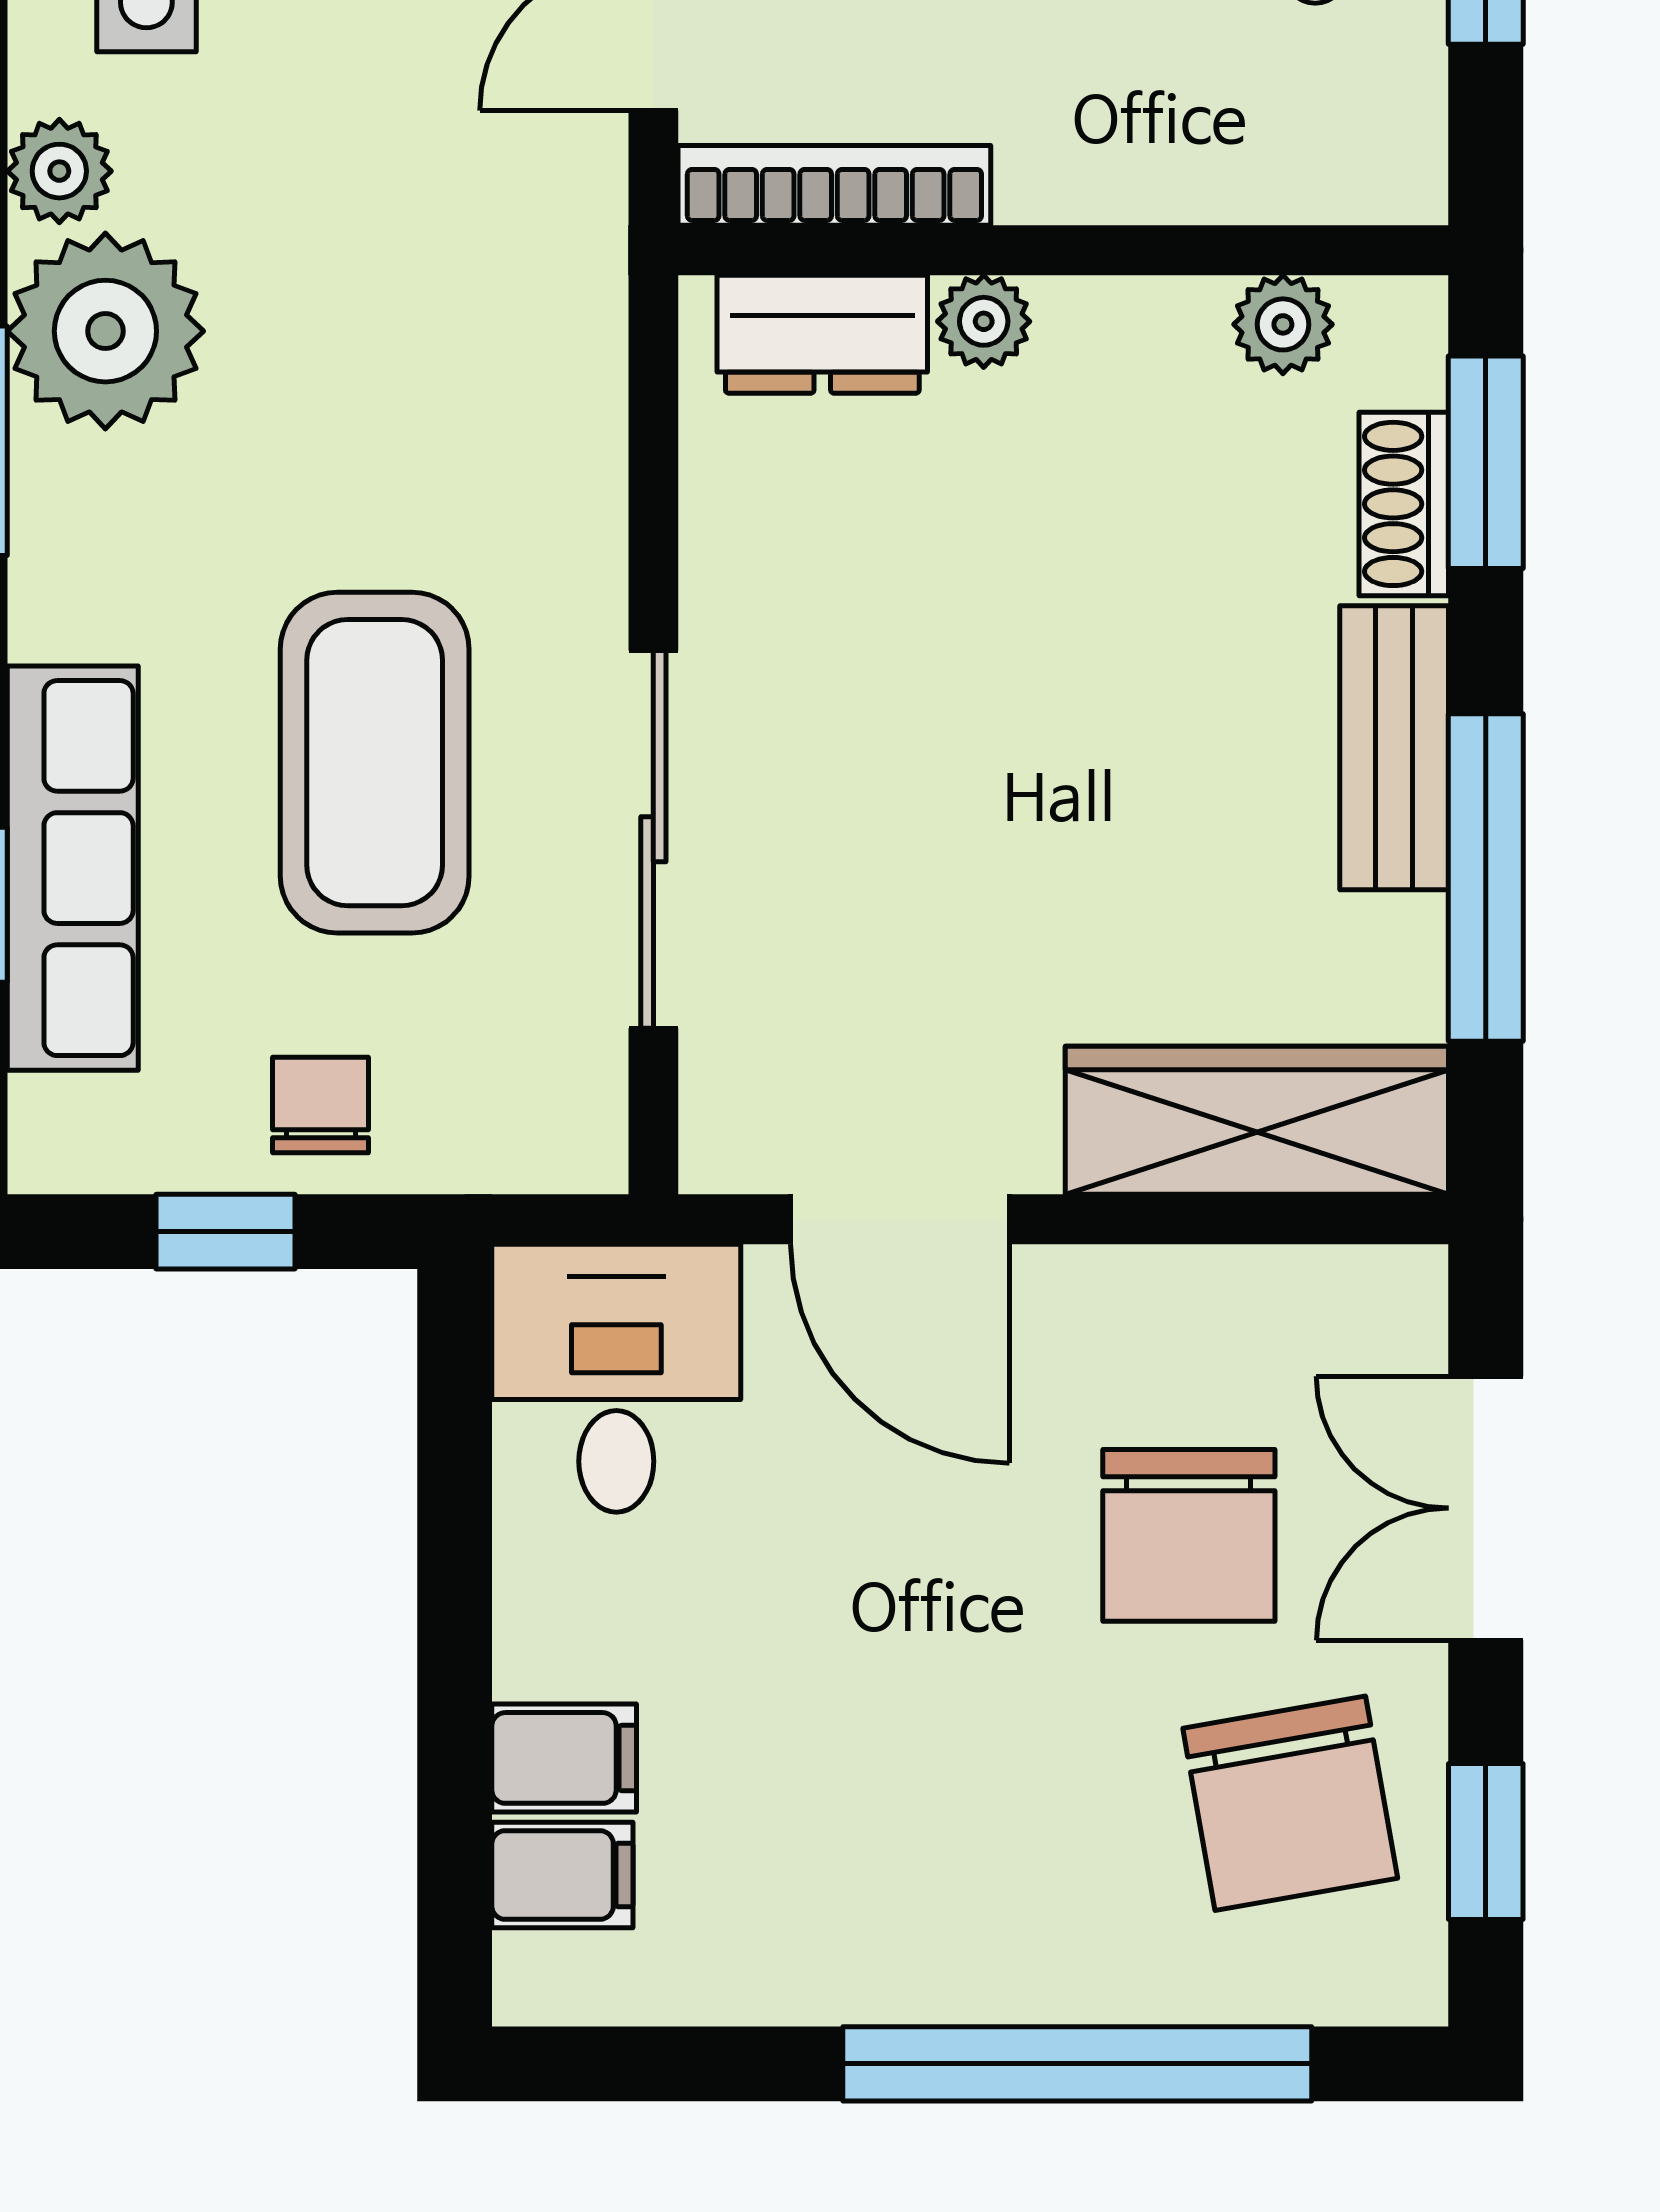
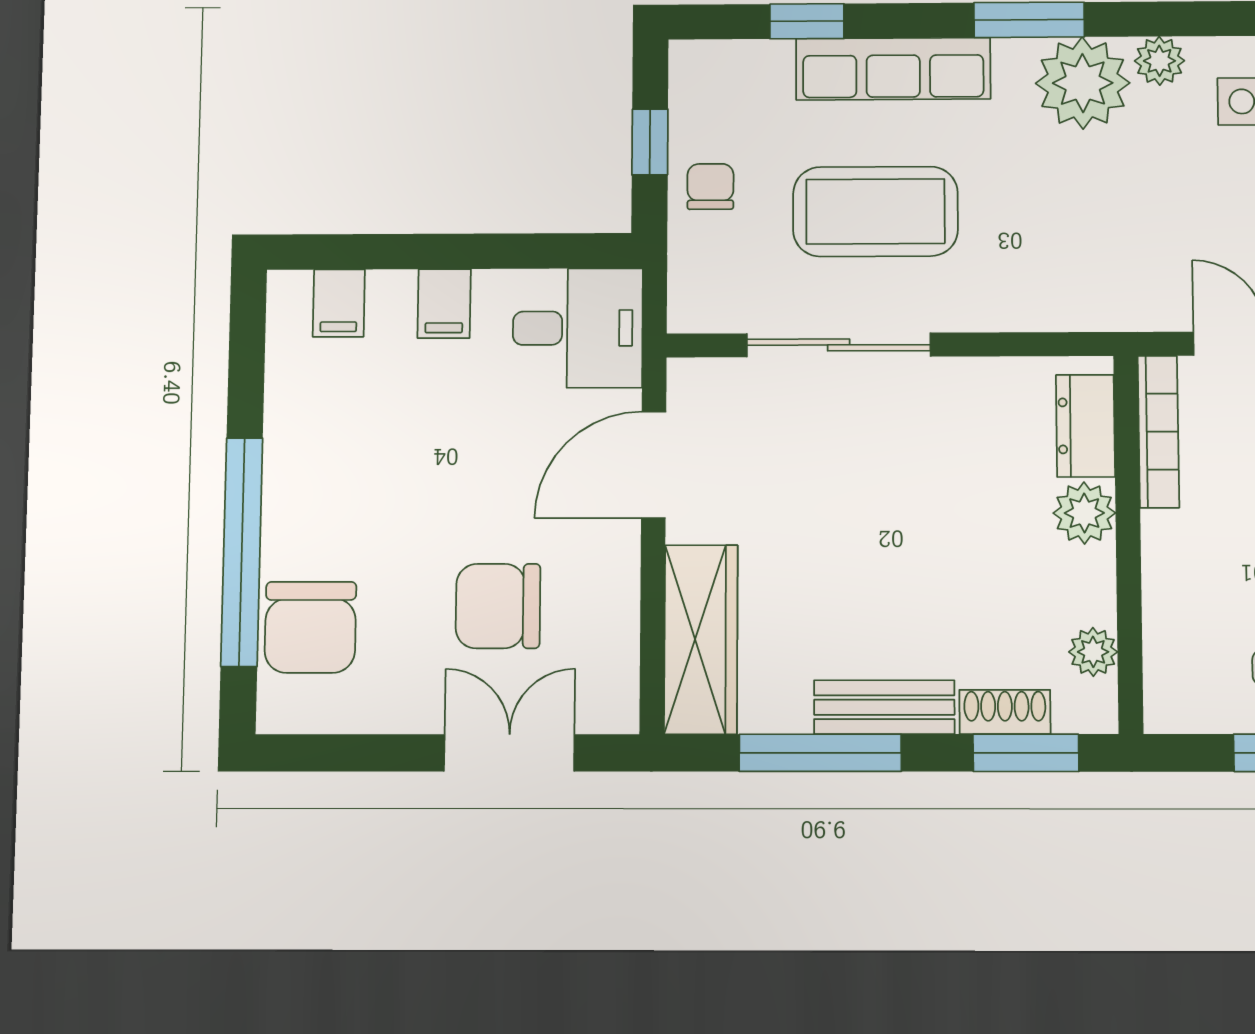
plant: (984, 321) -> (1084, 513), width x1.38, depth x1.38
row of seats: (73, 868) -> (893, 69), moved
chair: (321, 1105) -> (710, 187), turned -90
filing cabinet: (564, 1758) -> (444, 304), moved
chair: (1290, 1803) -> (310, 627), moved, turned -80
window: (1486, 1842) -> (346, 753), removed

